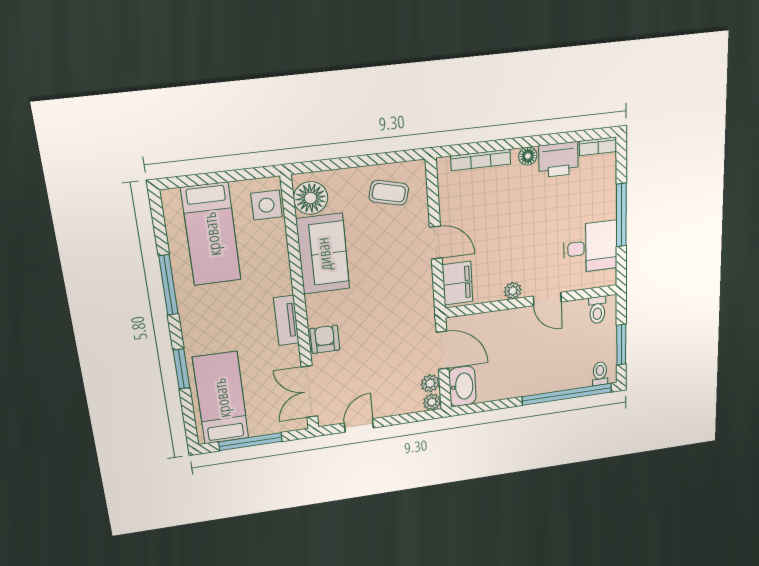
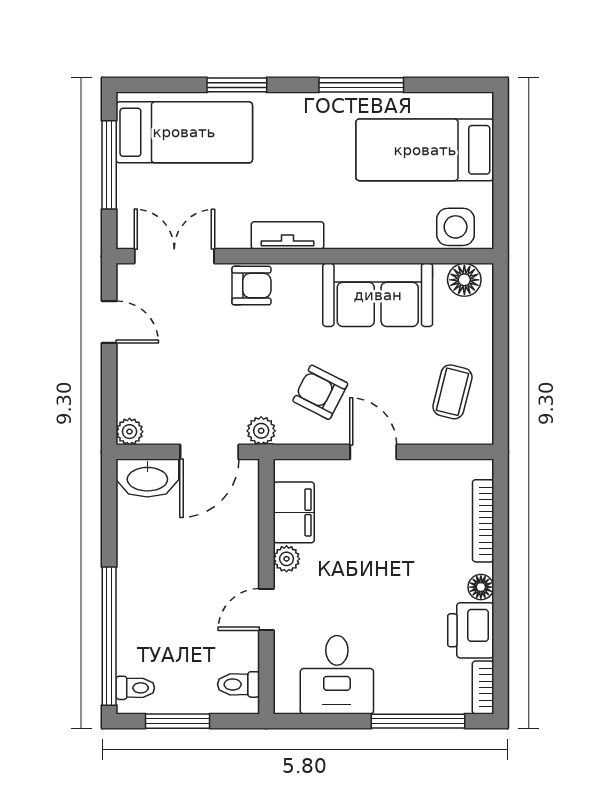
floor lamp: (311, 198) -> (464, 280), width x0.73, depth x0.73
window: (621, 215) -> (418, 721), moved
door: (436, 243) -> (373, 452), swing flipped
filing cabinet: (458, 283) -> (294, 512), moved, turned -90
armchair: (396, 284) -> (320, 392), added
plant: (430, 383) -> (261, 431), moved

